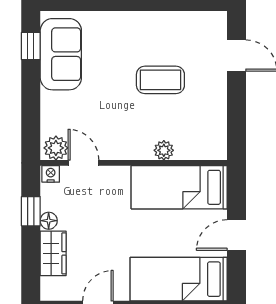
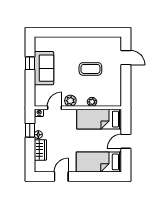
window: (31, 46) -> (30, 63), moved
sofa: (61, 54) -> (44, 68), moved
plant: (56, 148) -> (70, 101), moved
door: (83, 163) -> (54, 108), hinge flipped

